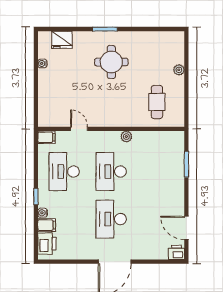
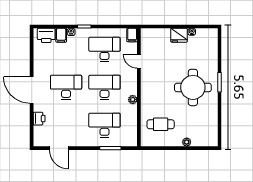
fridge: (62, 40) -> (179, 35), moved, turned -90
round table: (111, 62) -> (193, 87), width x1.36, depth x1.36
door: (79, 129) -> (139, 61), swing flipped
desk: (158, 171) -> (104, 125), added
door: (186, 228) -> (59, 148), swing flipped
printer: (176, 252) -> (39, 119), moved

